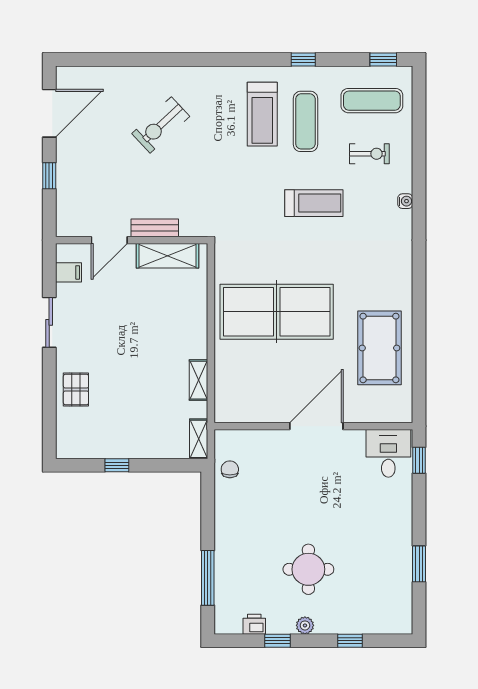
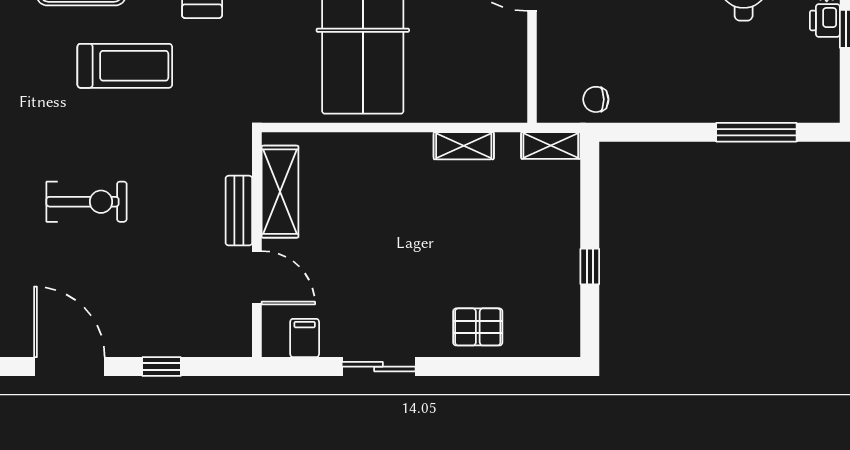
treadmill: (262, 114) -> (125, 66), moved
exercise bike: (161, 125) -> (87, 202), turned -47
printer: (254, 624) -> (825, 20), moved

